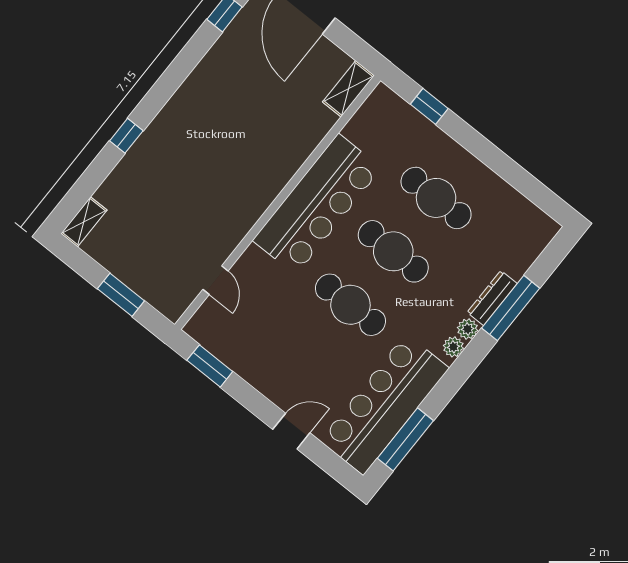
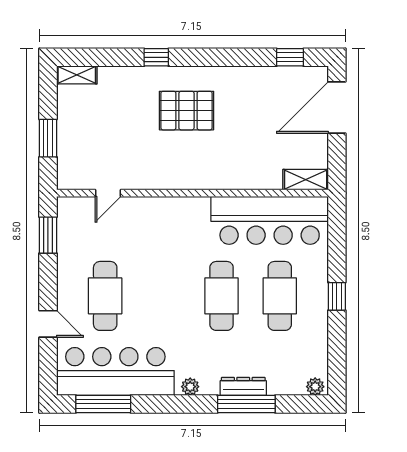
window: (429, 106) -> (337, 296), moved
pallet: (197, 147) -> (186, 111), added
bar counter: (317, 204) -> (270, 220), moved
cafe table: (350, 305) -> (105, 296), moved
plant: (468, 329) -> (315, 387), moved

